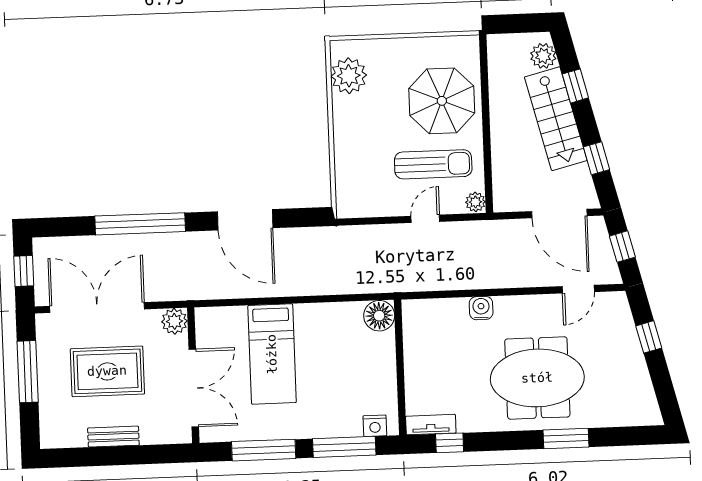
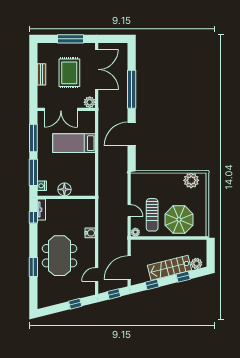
window: (24, 271) -> (113, 39), removed
door: (578, 289) -> (97, 275), hinge flipped
floor lamp: (379, 316) -> (64, 189), moved

